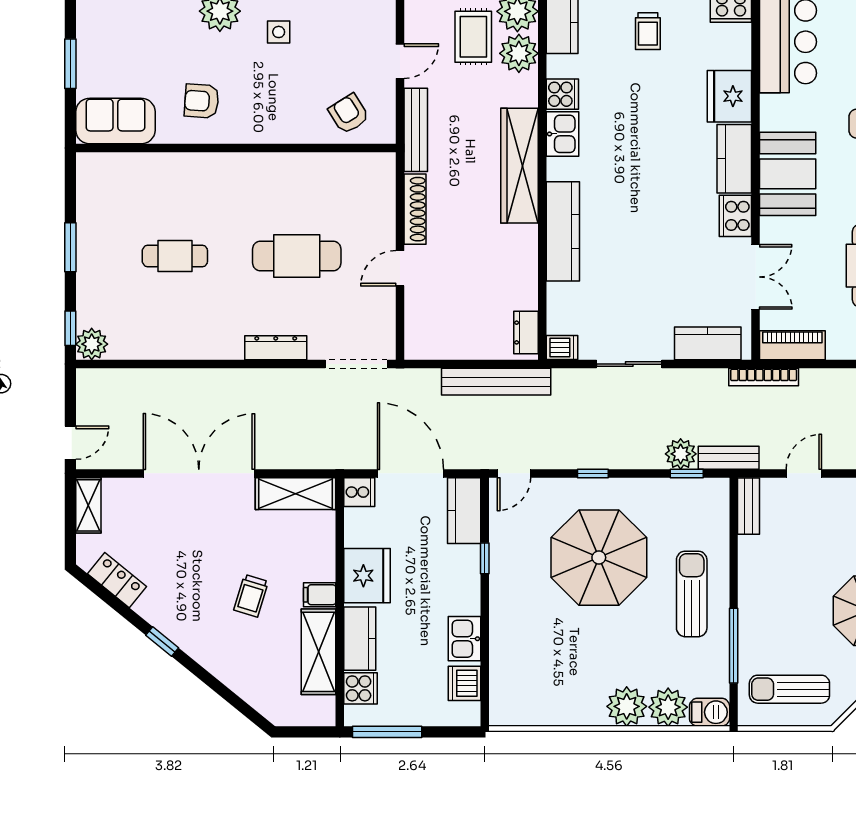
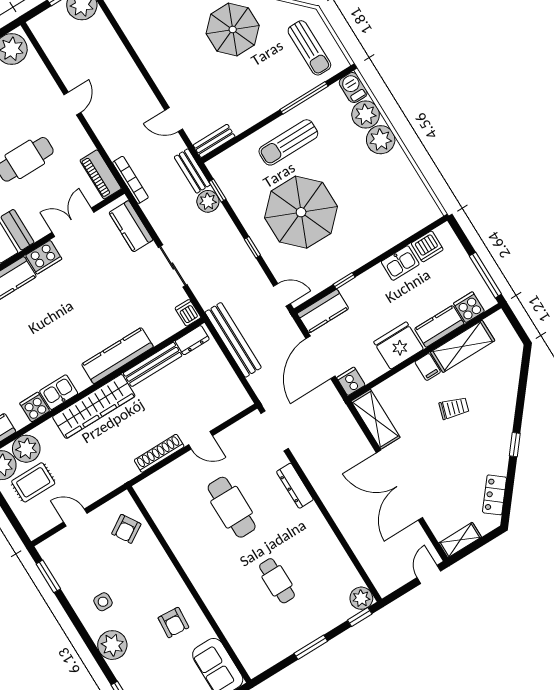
bench: (416, 130) -> (153, 364), moved
door: (70, 443) -> (429, 574), hinge flipped

